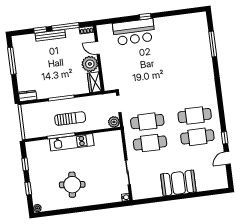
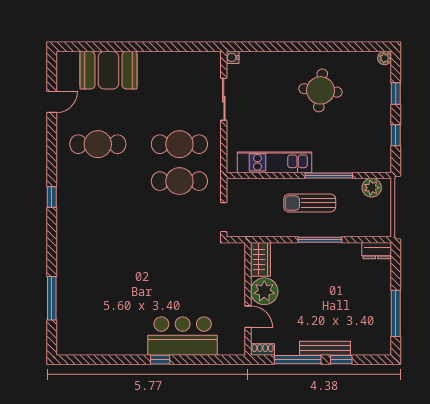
cafe table: (195, 115) -> (98, 181), removed
plant: (114, 122) -> (372, 188), moved
window: (225, 138) -> (52, 197), moved
kitchen unit: (72, 142) -> (275, 162), moved
booth: (178, 183) -> (109, 70), moved

